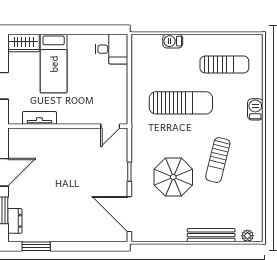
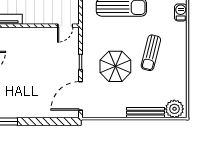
door: (129, 214) -> (80, 96), hinge flipped
plant: (248, 236) -> (174, 109), width x1.88, depth x1.88

